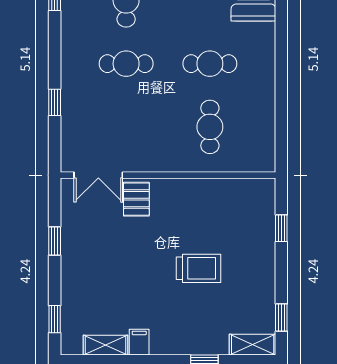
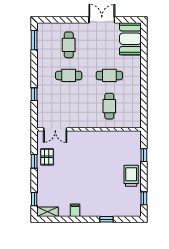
pallet: (136, 199) -> (47, 157), moved
trolley: (199, 268) -> (131, 176), moved, turned -90
shelving: (106, 345) -> (47, 212), moved
shelving: (253, 345) -> (130, 211), removed

